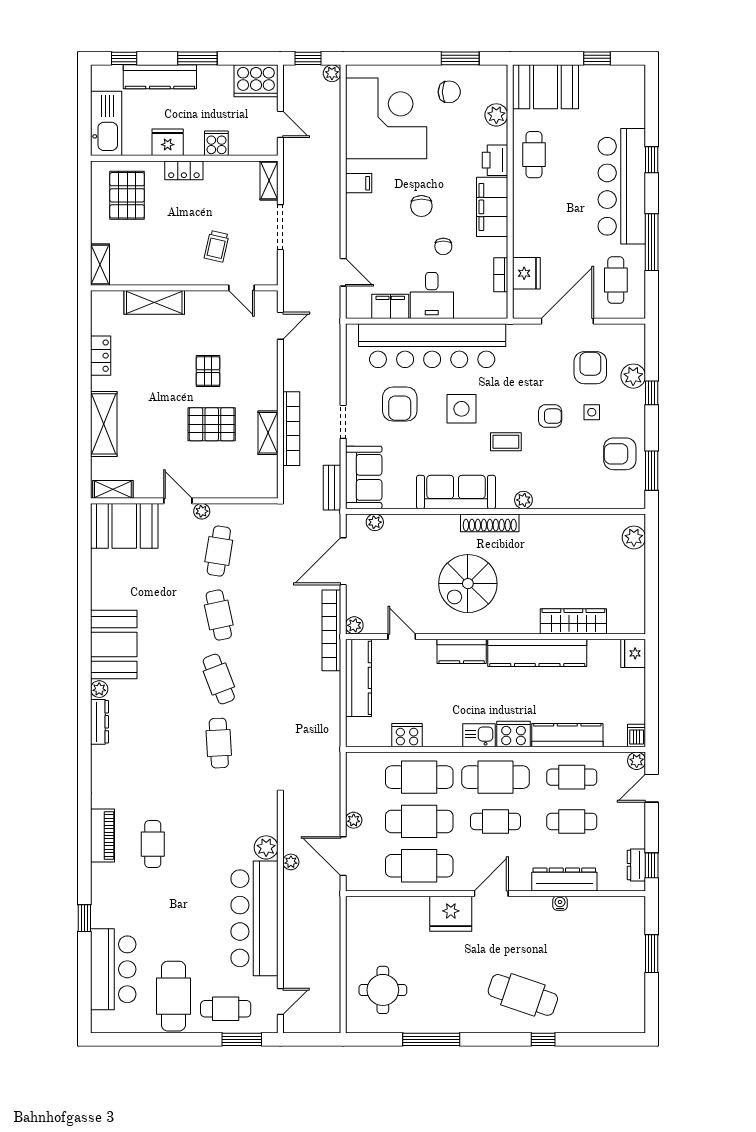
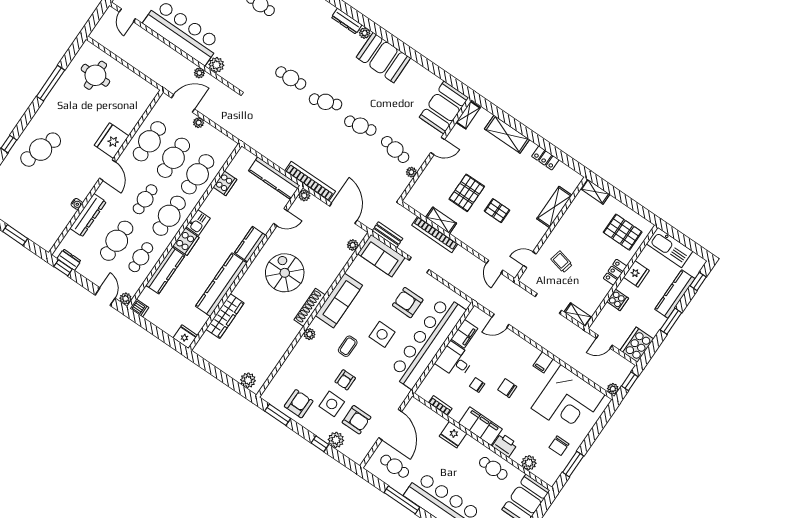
fridge: (526, 273) -> (453, 435), moved
side table: (592, 412) -> (332, 404), width x1.87, depth x1.87
plant: (202, 511) -> (411, 172), moved
cafe table: (572, 821) -> (117, 241), width x1.37, depth x1.35

